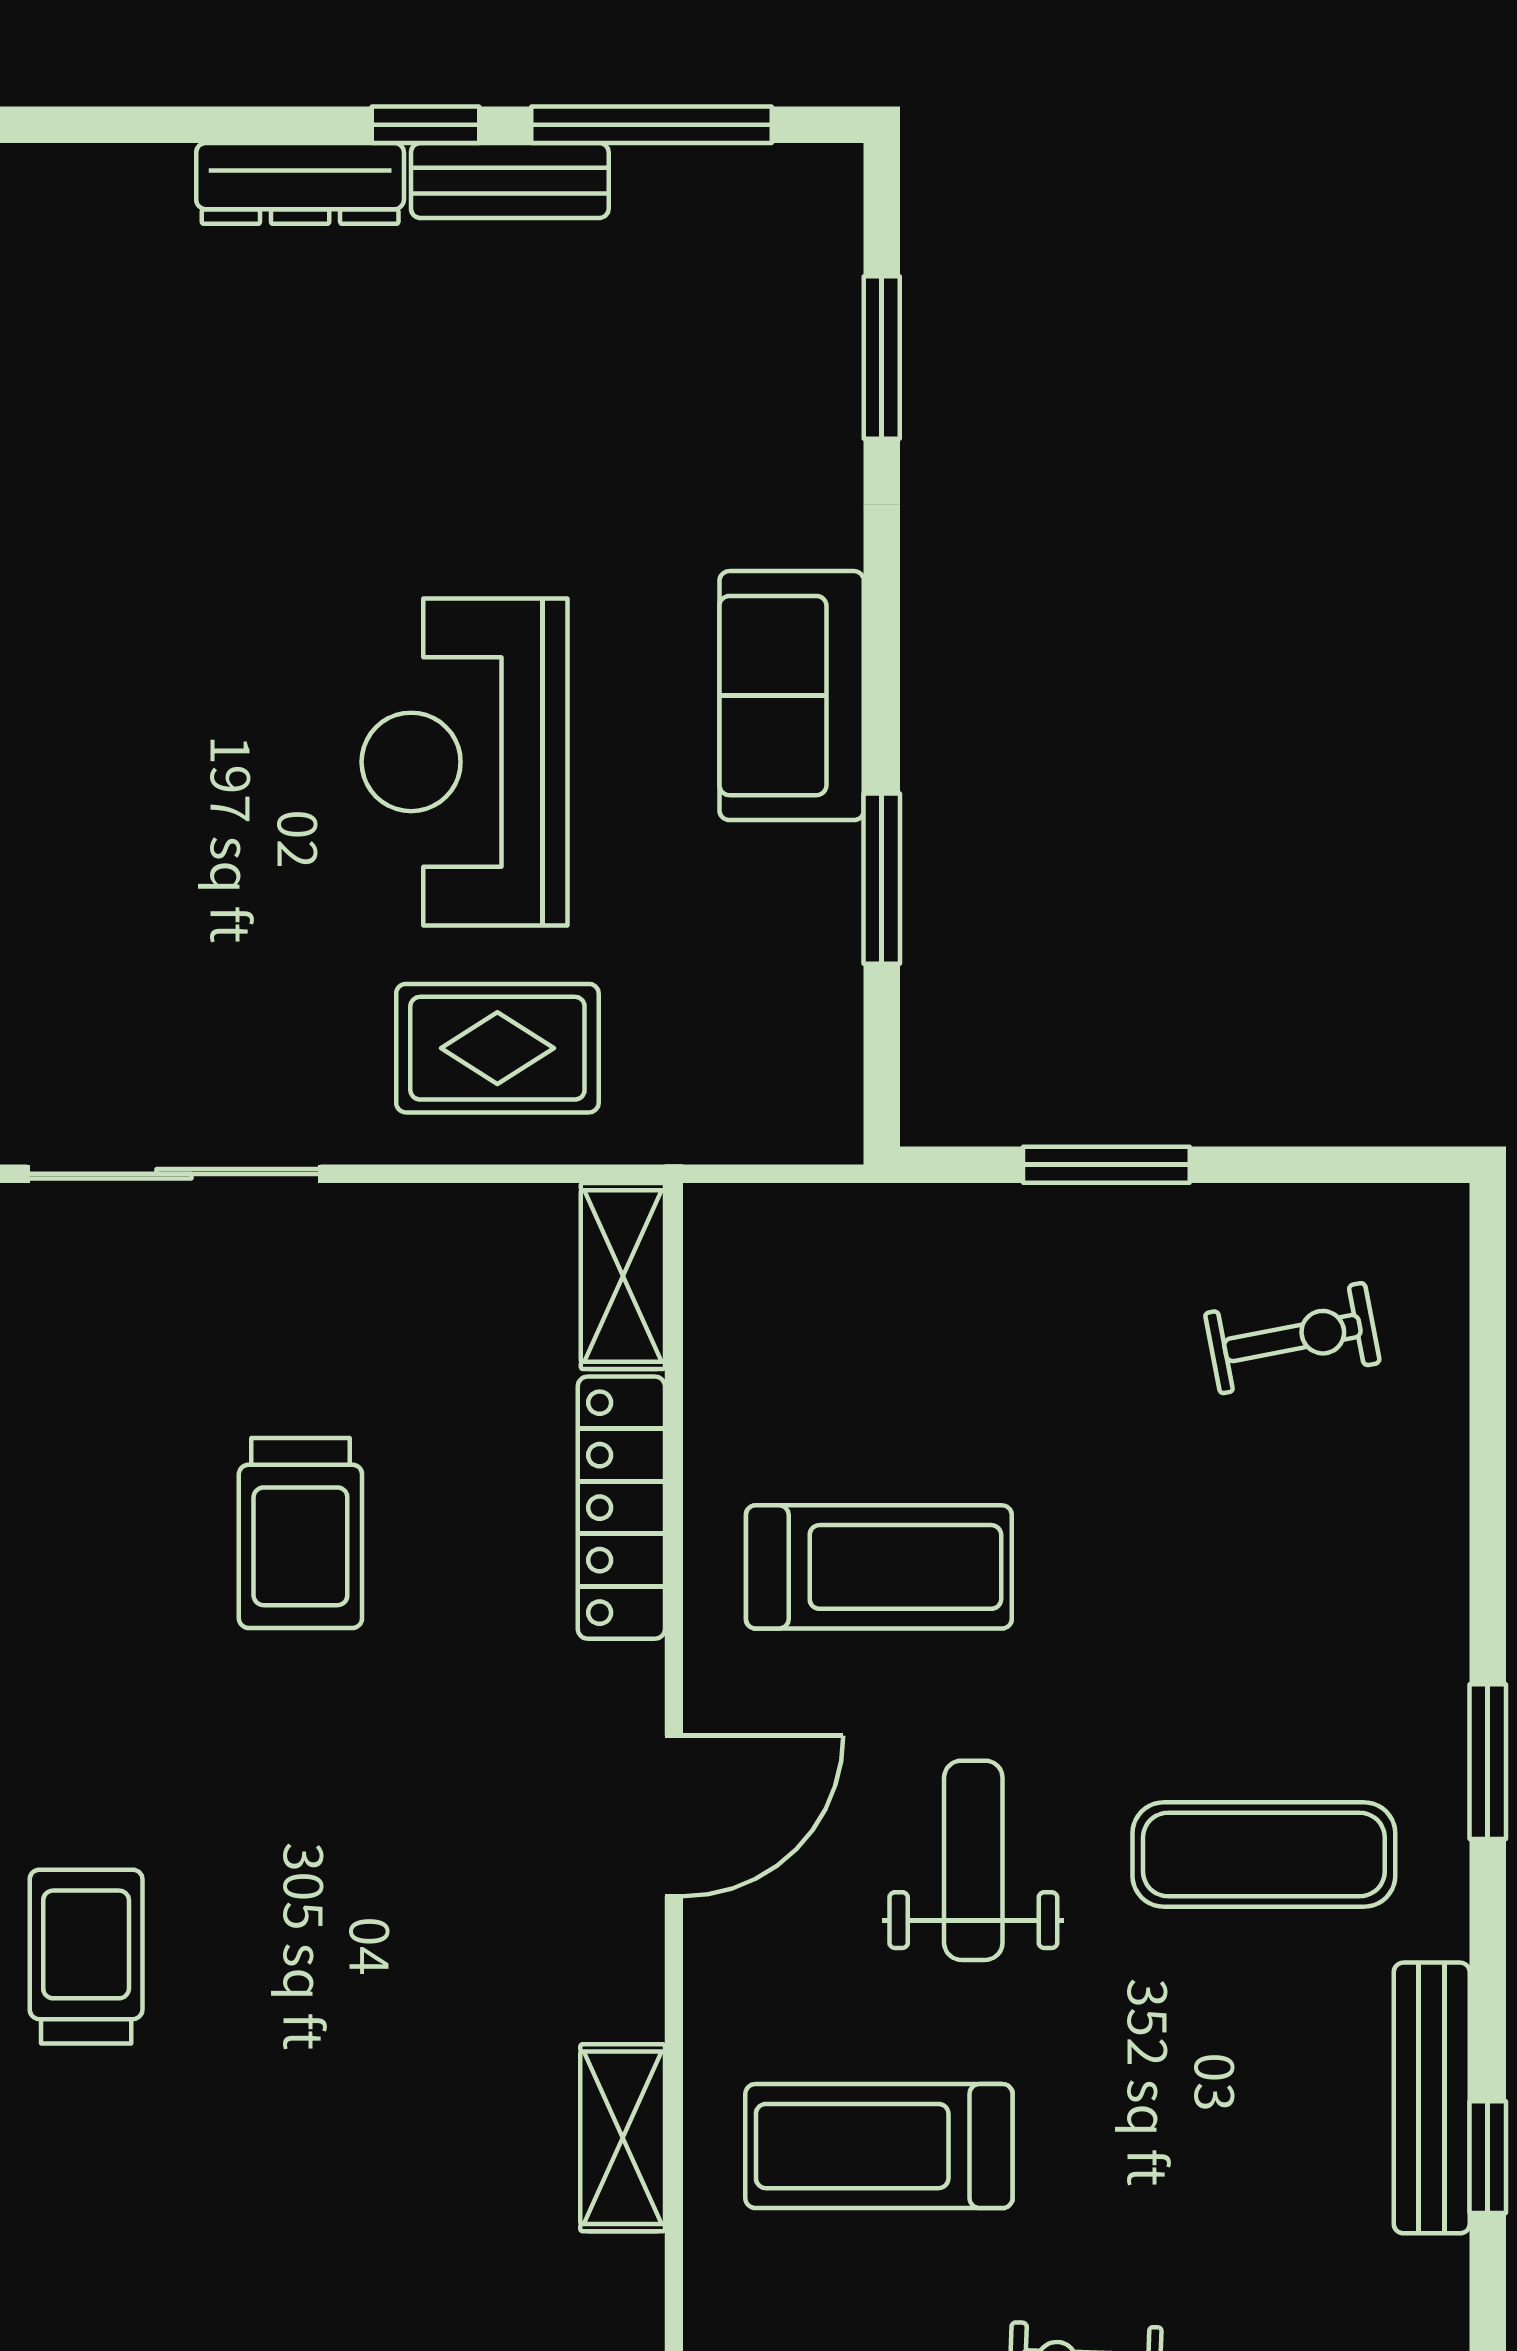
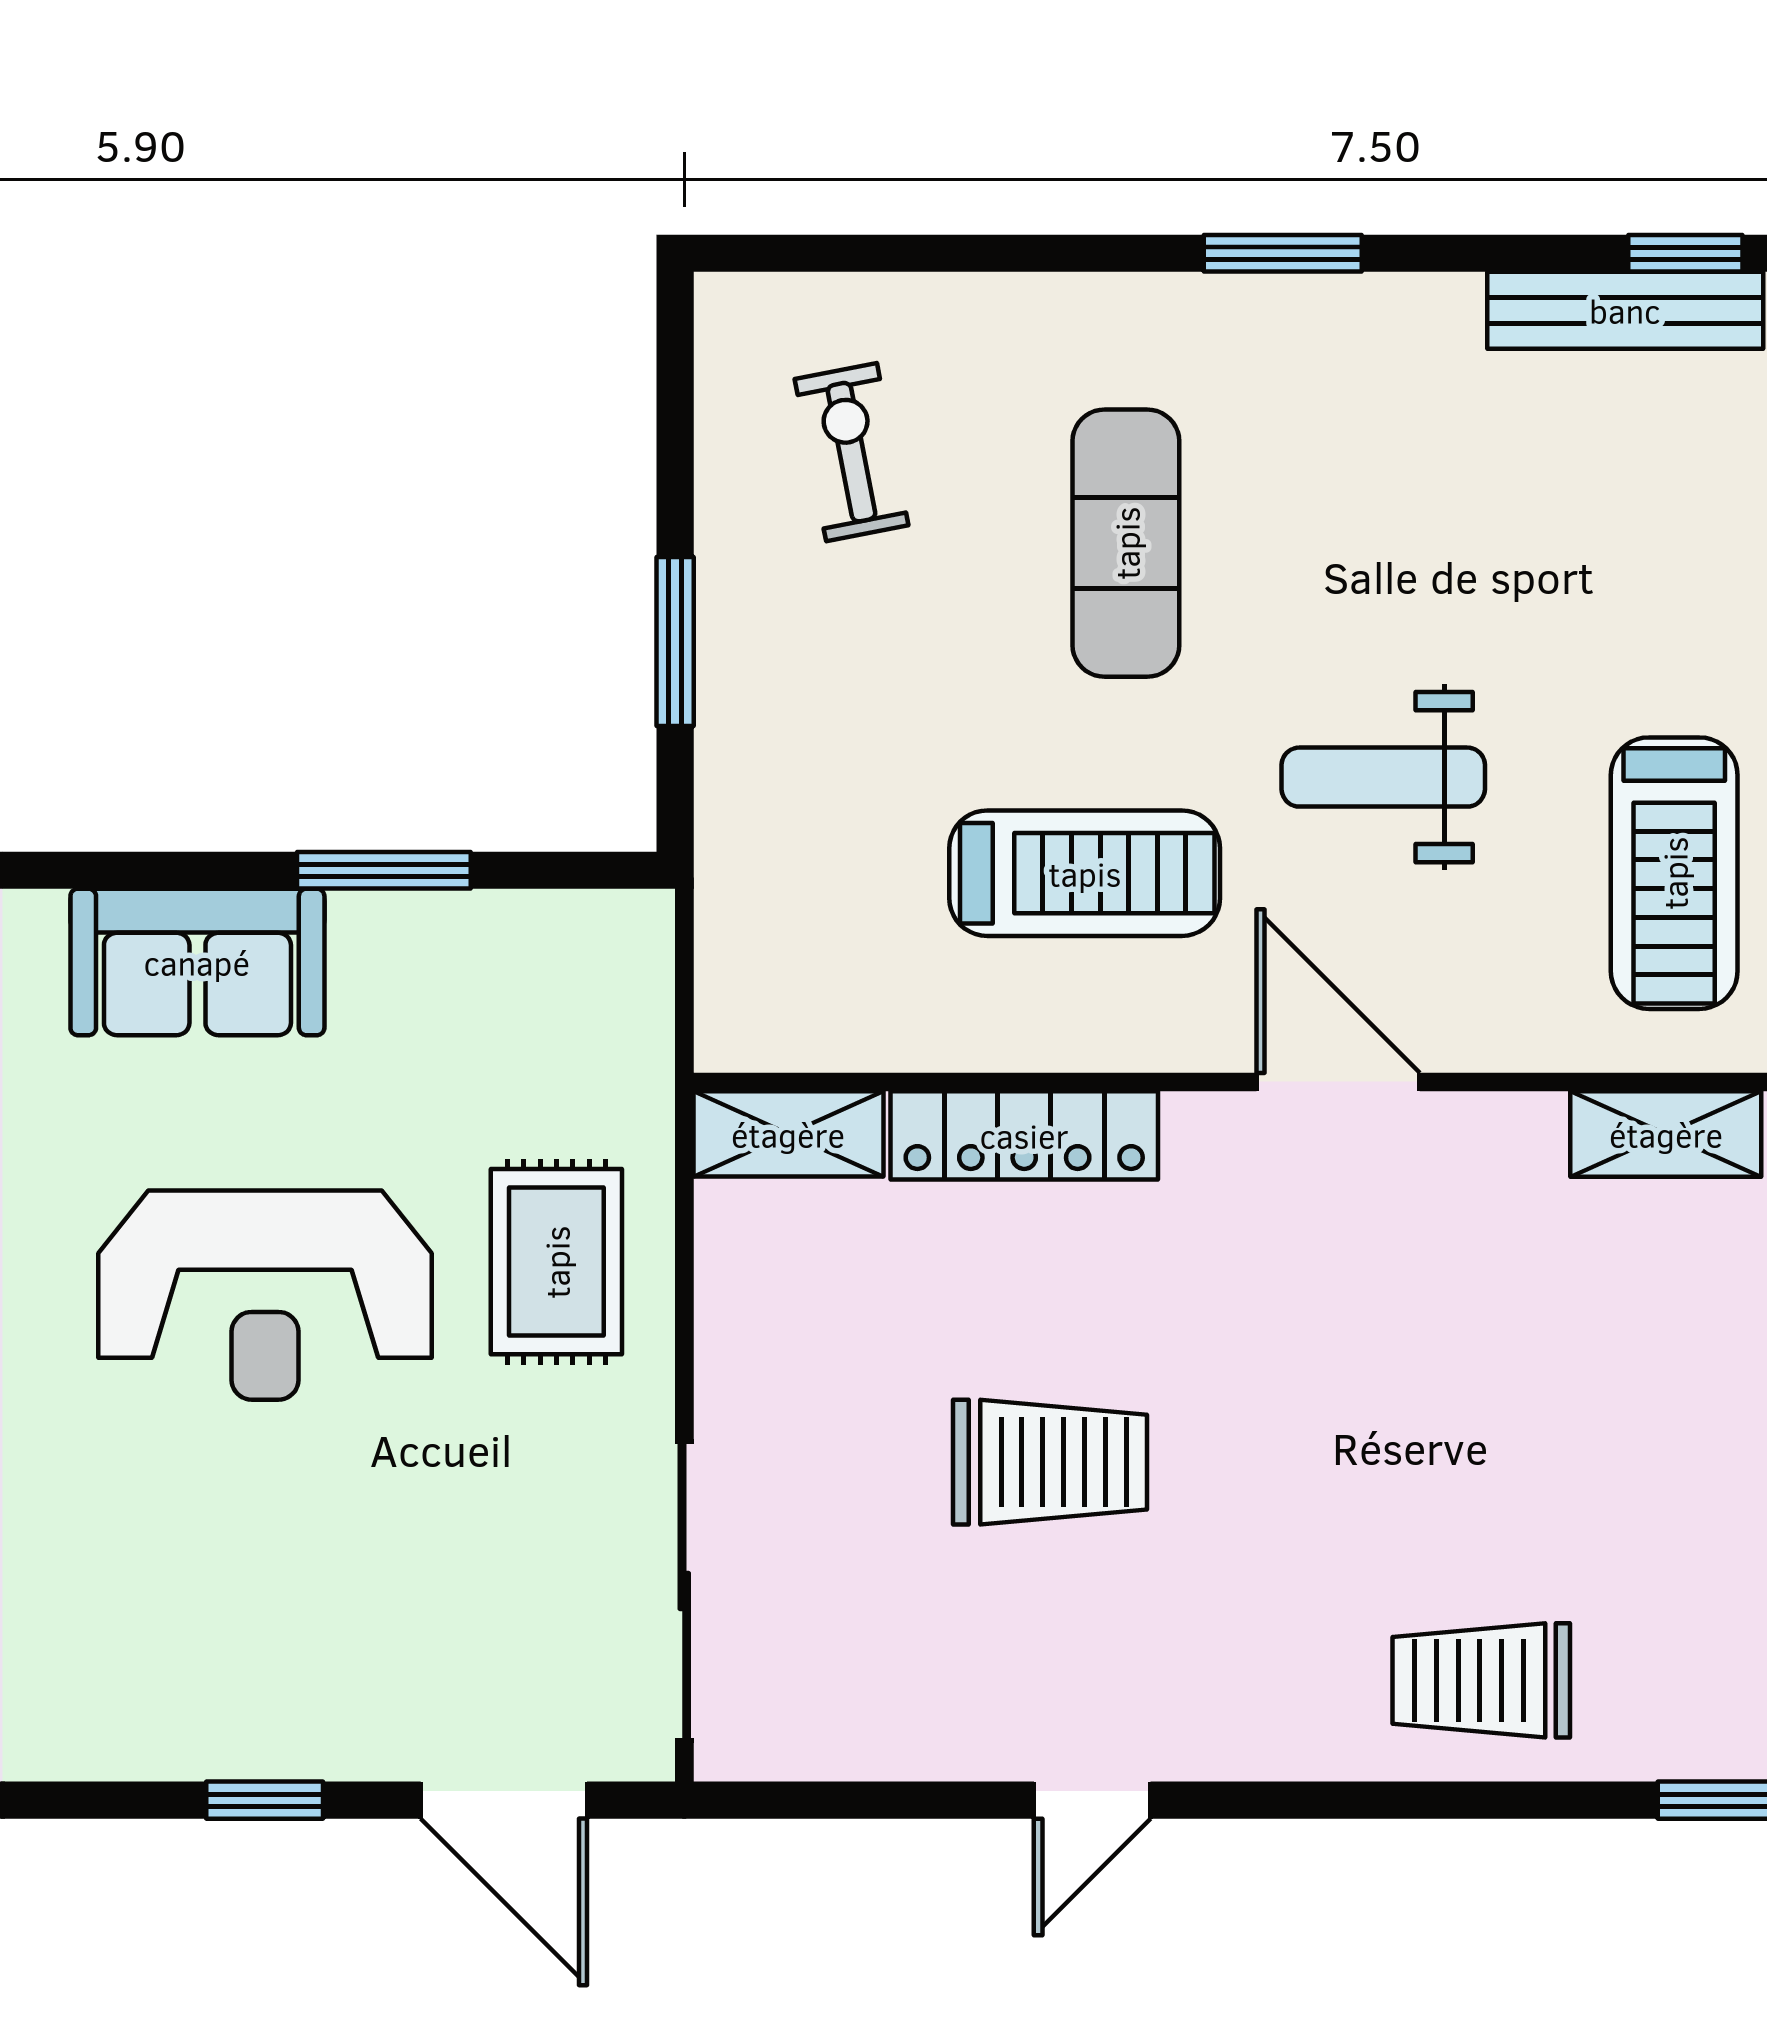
treadmill: (879, 1567) -> (1085, 873), turned 90
exercise mat: (1264, 1855) -> (1126, 543), moved

